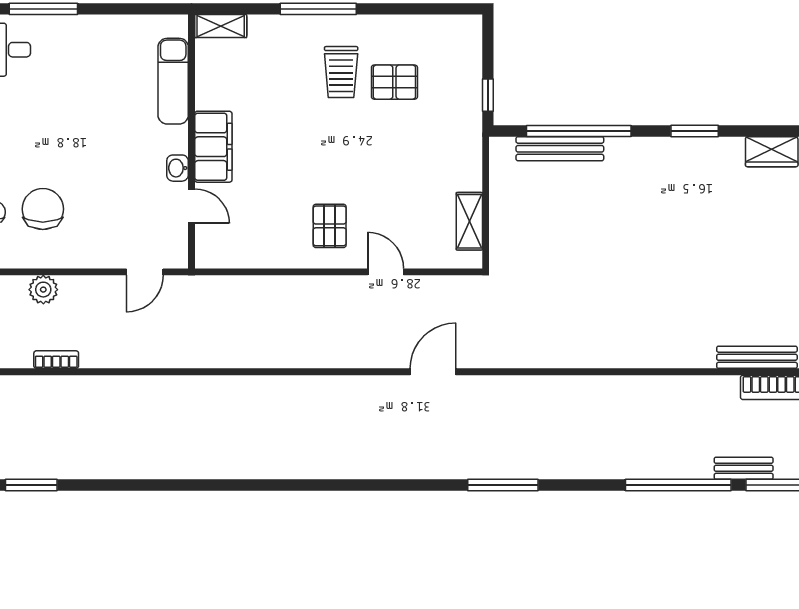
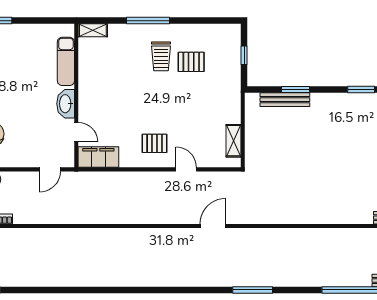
window: (488, 95) -> (244, 55), moved
window: (579, 131) -> (296, 90), width x0.47
filing cabinet: (213, 147) -> (98, 157), moved, turned -90
washbasin: (177, 168) -> (66, 104), width x1.91, depth x1.45
pallet: (330, 226) -> (155, 143), turned 90

